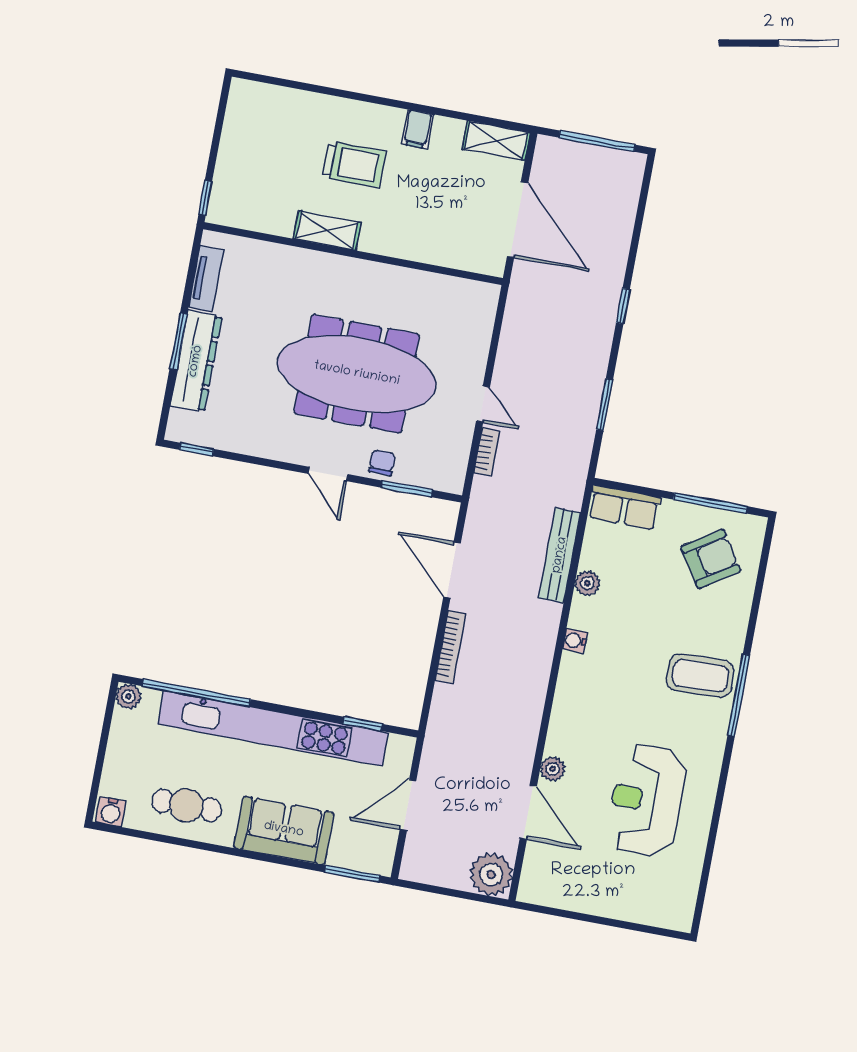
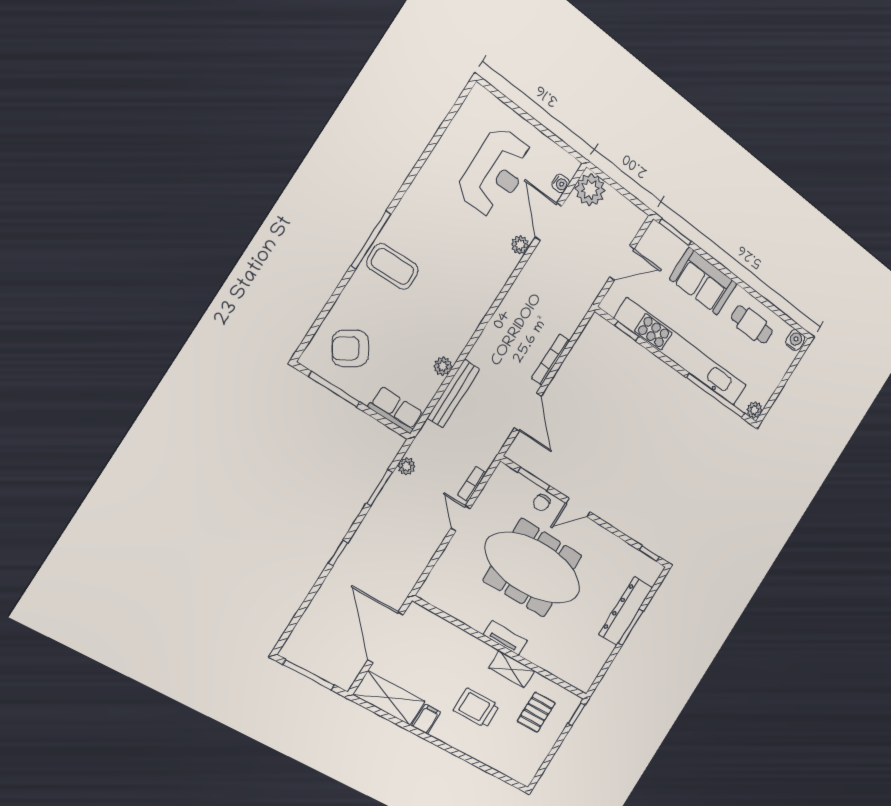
shelving: (496, 141) -> (389, 698), width x1.50, depth x1.33
pallet: (266, 184) -> (536, 712), added
tv unit: (206, 279) -> (505, 638), moved, turned 90
plant: (581, 444) -> (406, 466), added
door: (328, 474) -> (578, 508), swing flipped
water cooler: (575, 640) -> (561, 184), moved
reception desk: (646, 800) -> (495, 172), moved

